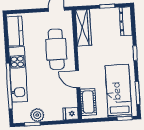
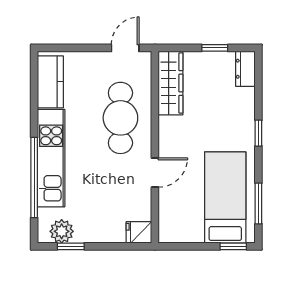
dresser: (126, 21) -> (245, 69), width x0.70
door: (78, 79) -> (155, 173), swing flipped
cot: (88, 102) -> (171, 214), removed
plant: (37, 115) -> (62, 231), moved

